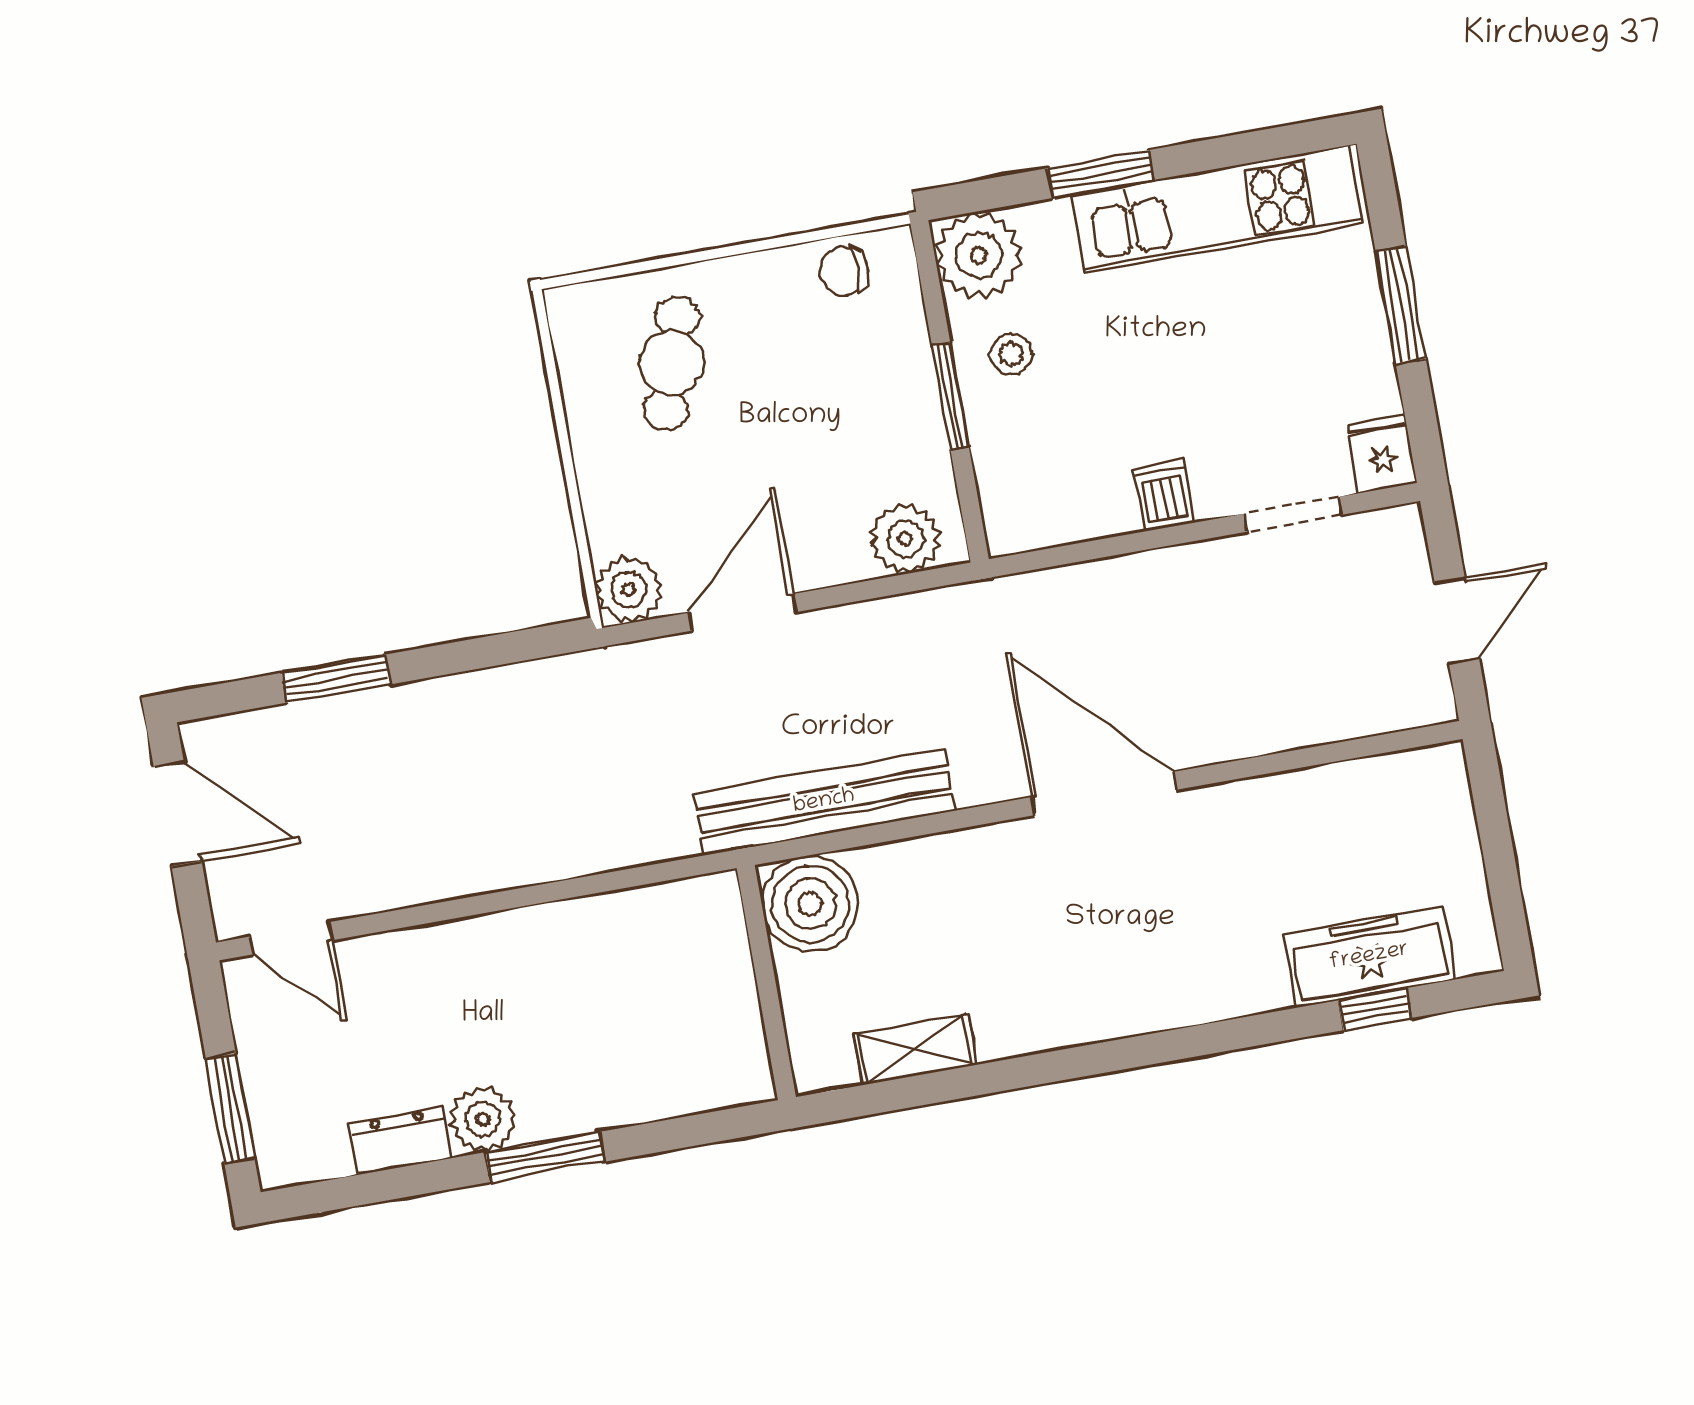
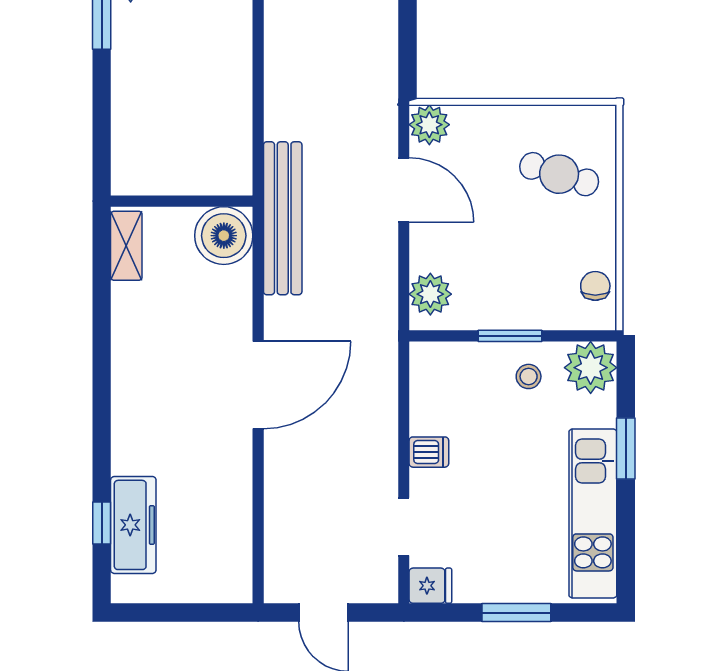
boiler: (810, 904) -> (224, 236), moved
wall: (766, 983) -> (182, 201), moved

